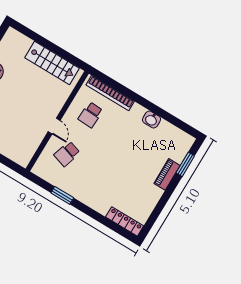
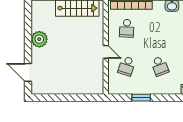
school desk: (101, 174) -> (160, 66), added

